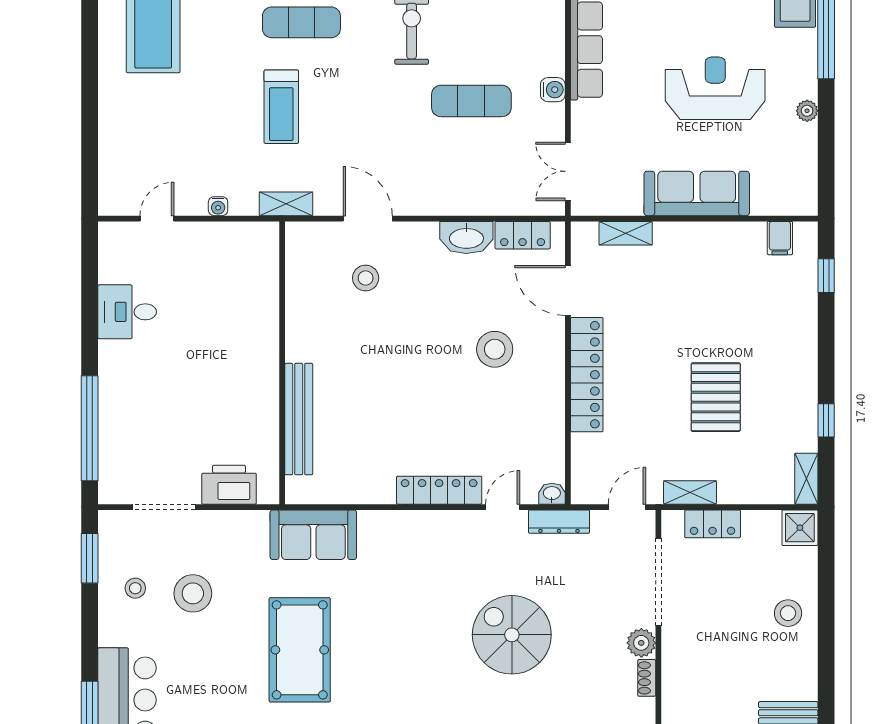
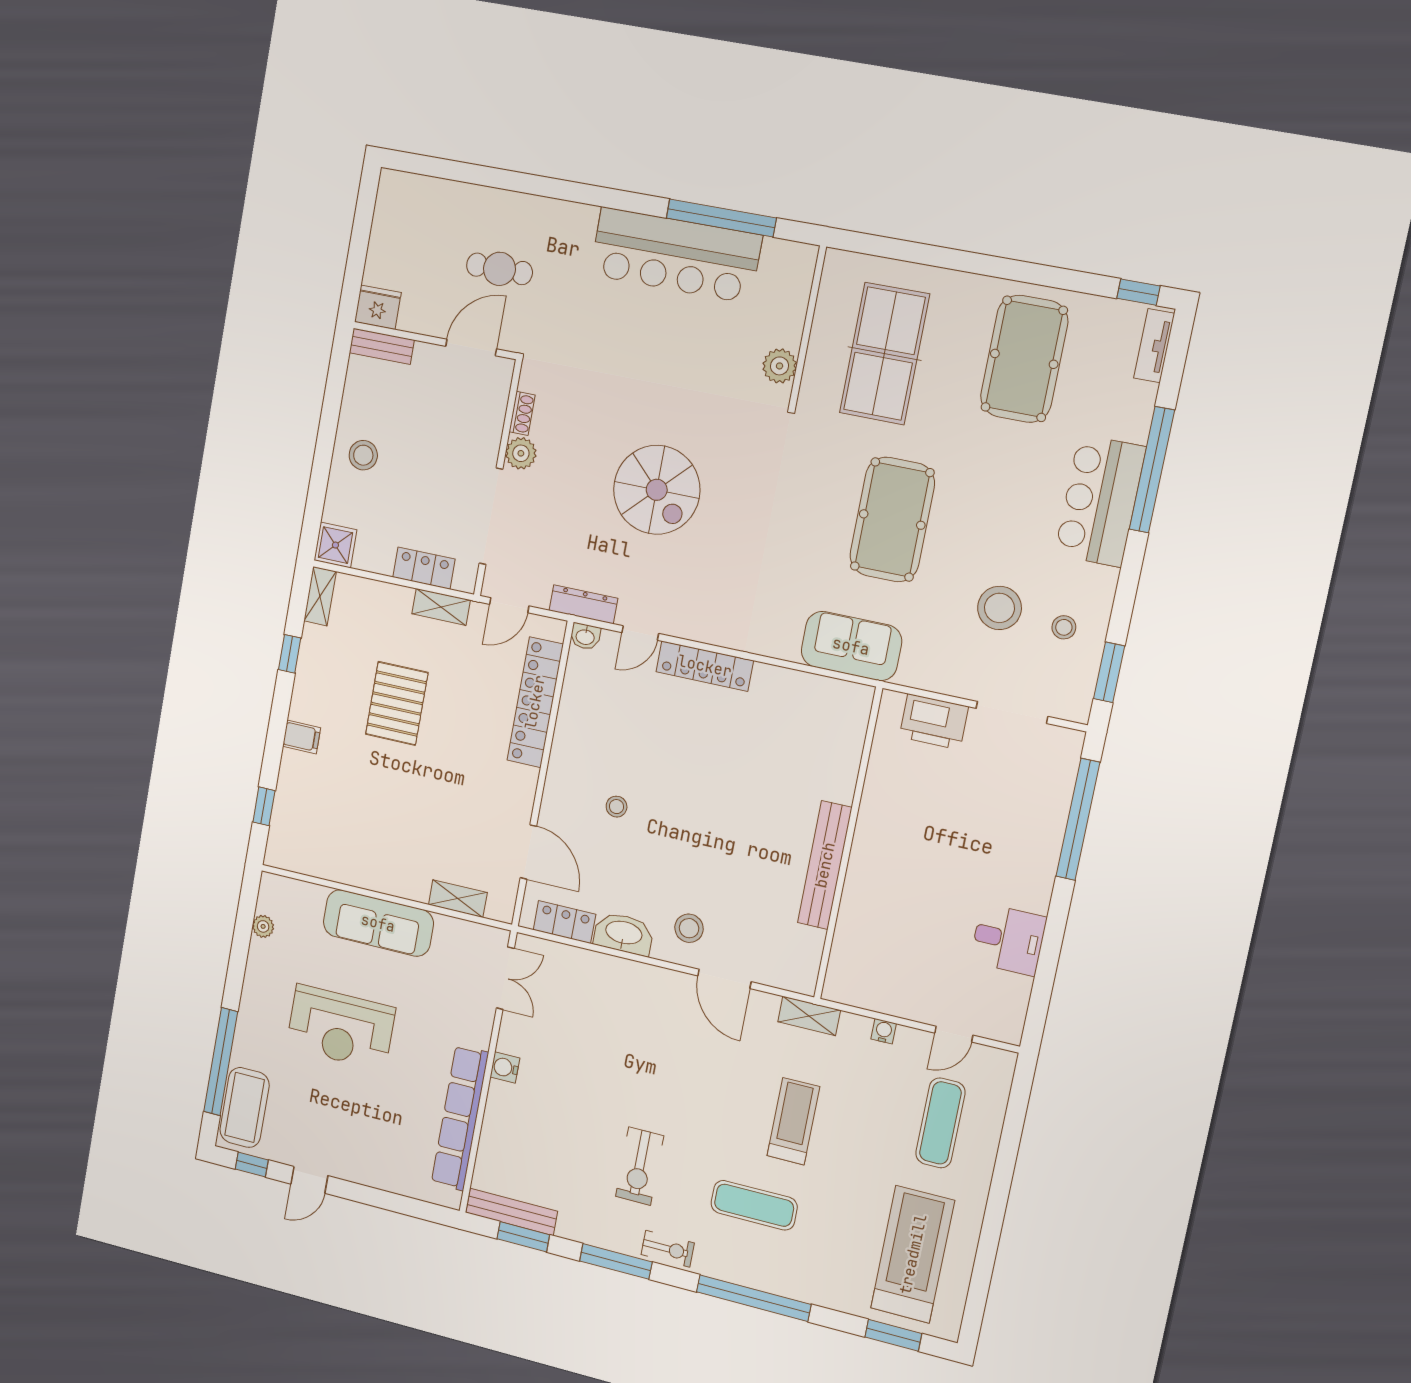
exercise mat: (471, 101) -> (940, 1123), moved, turned 90
plant: (807, 111) -> (263, 926), moved
filing cabinet: (780, 238) -> (302, 737), moved, turned 90
stool: (366, 278) -> (689, 928), moved
stool: (495, 349) -> (617, 807), width x0.53, depth x0.53
locker: (587, 375) -> (535, 702), moved
bench: (299, 419) -> (825, 865), moved

